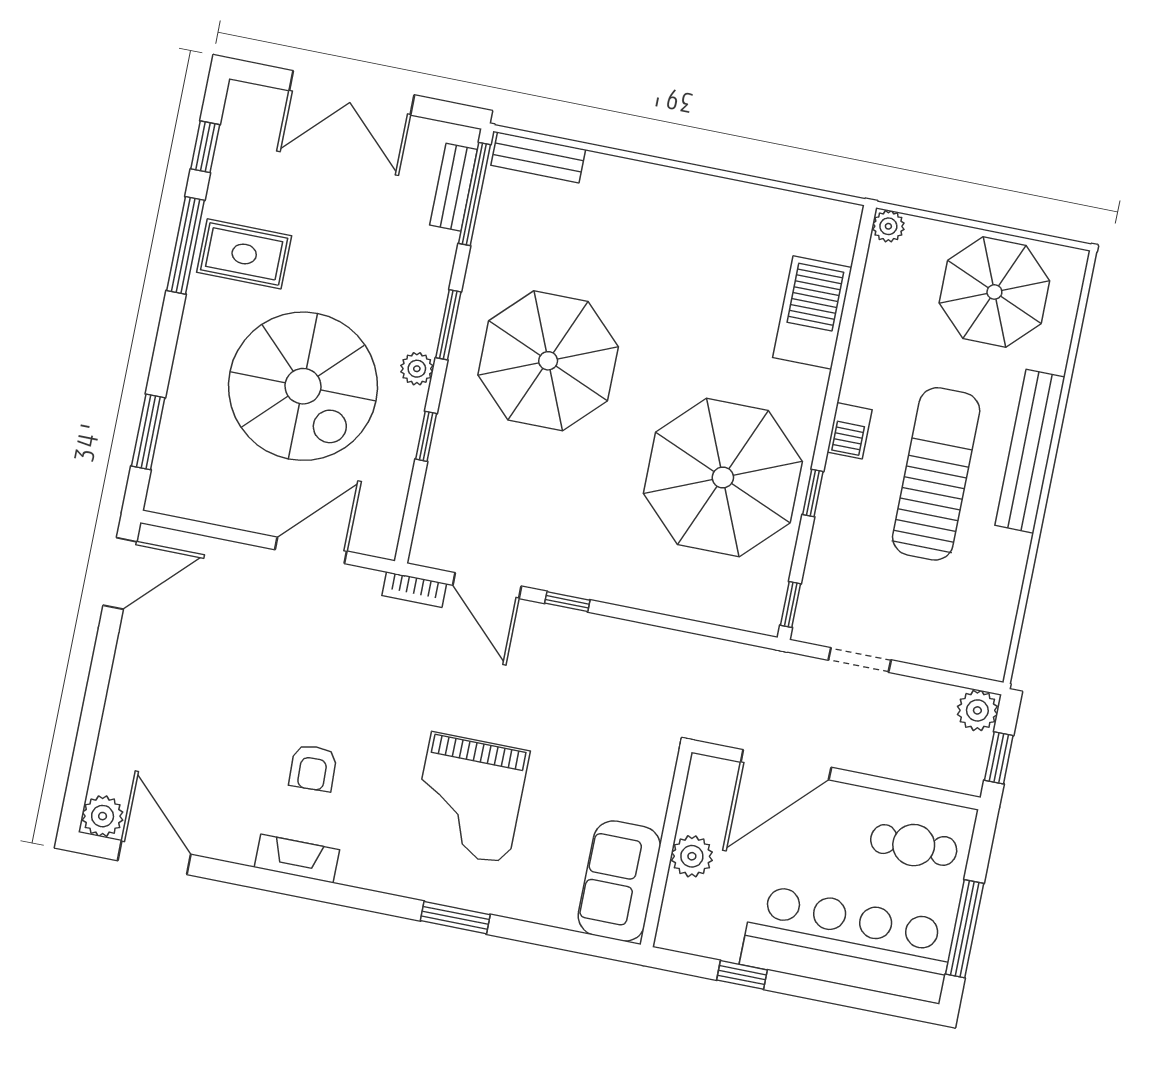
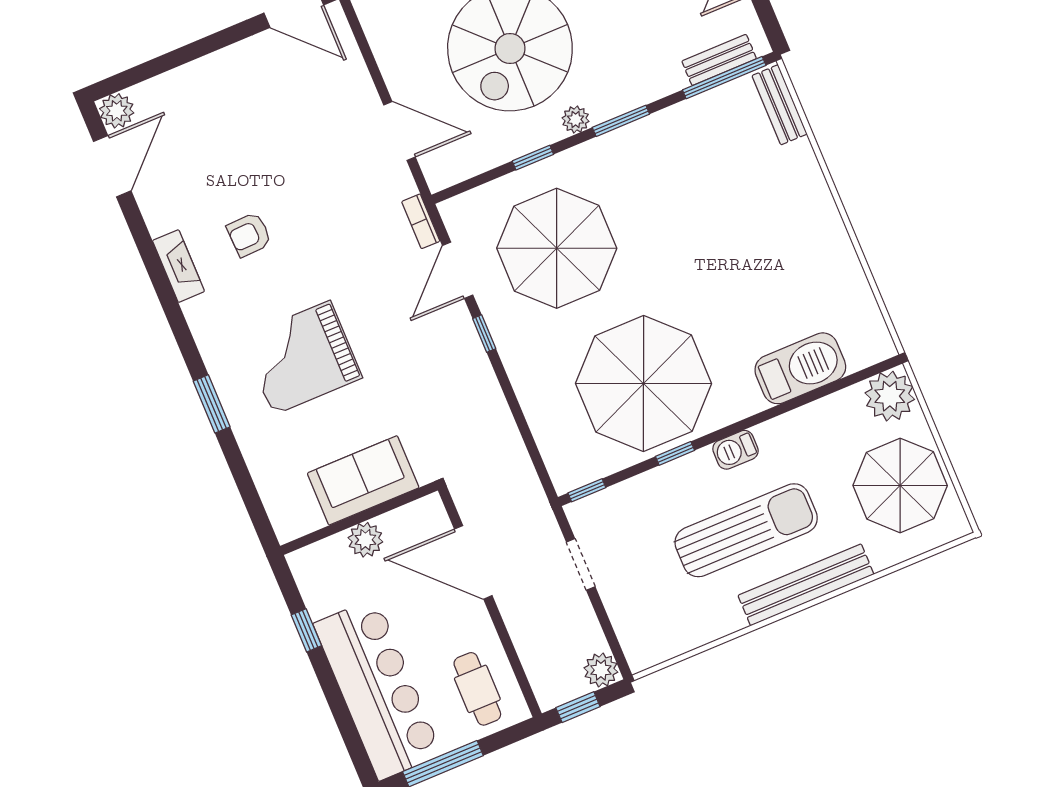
plant: (888, 226) -> (890, 396), width x1.87, depth x1.87
parasol: (548, 361) -> (557, 248), moved
sofa: (619, 881) -> (363, 480), moved

